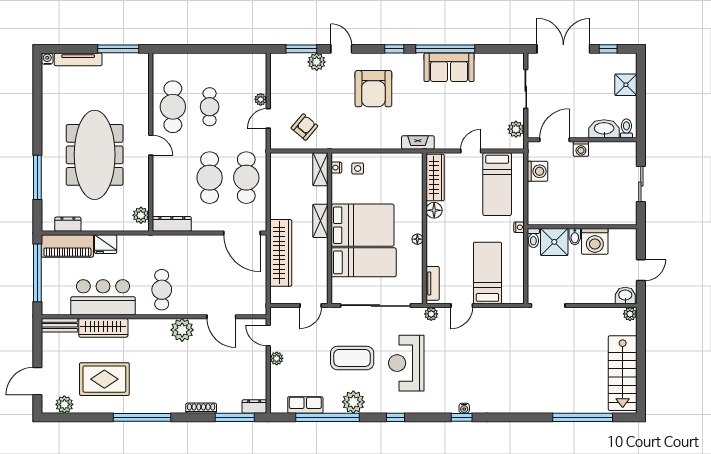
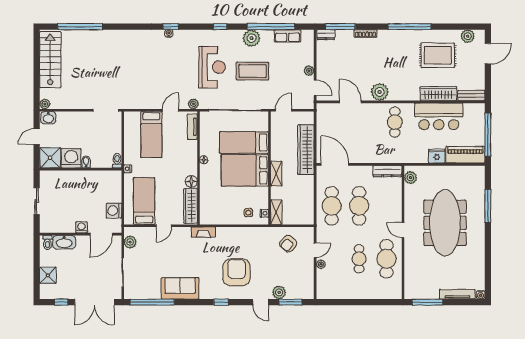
window: (445, 49) -> (152, 302), moved
dresser: (68, 224) -> (465, 171), removed
shower: (554, 242) -> (50, 158), moved

